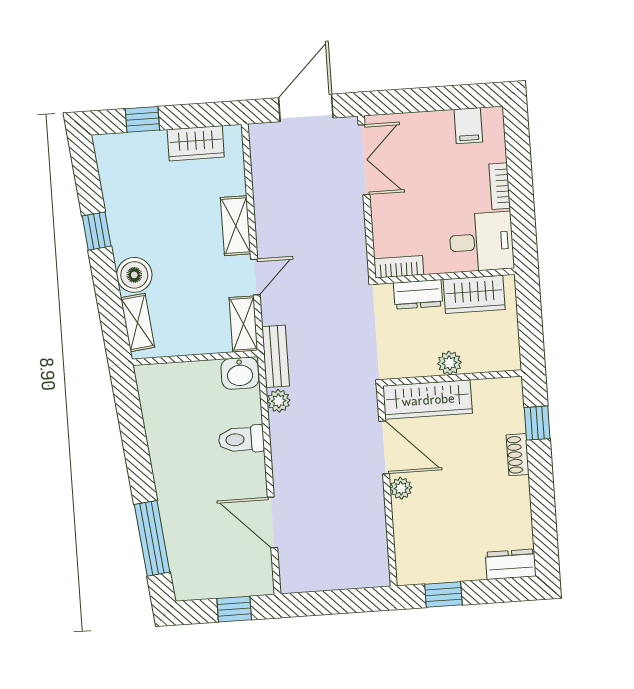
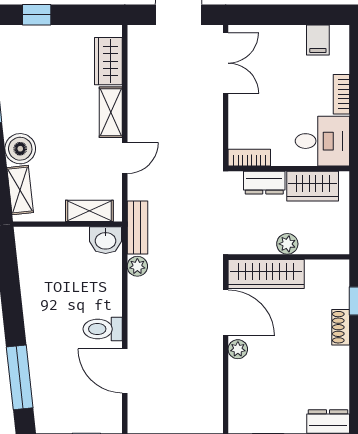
wardrobe: (196, 143) -> (108, 61), moved, turned 90
shelving: (243, 324) -> (89, 211), moved, turned 90
toilet: (241, 439) -> (103, 329), moved

